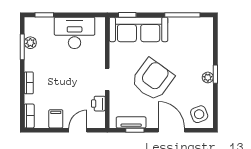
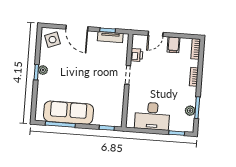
sofa: (139, 29) -> (68, 113), moved
armchair: (152, 79) -> (90, 72), removed

